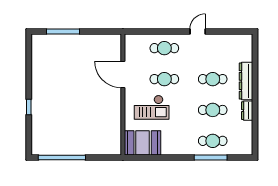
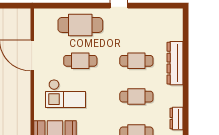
cafe table: (164, 48) -> (80, 25), width x1.37, depth x1.35
dresser: (247, 111) -> (176, 119), moved

